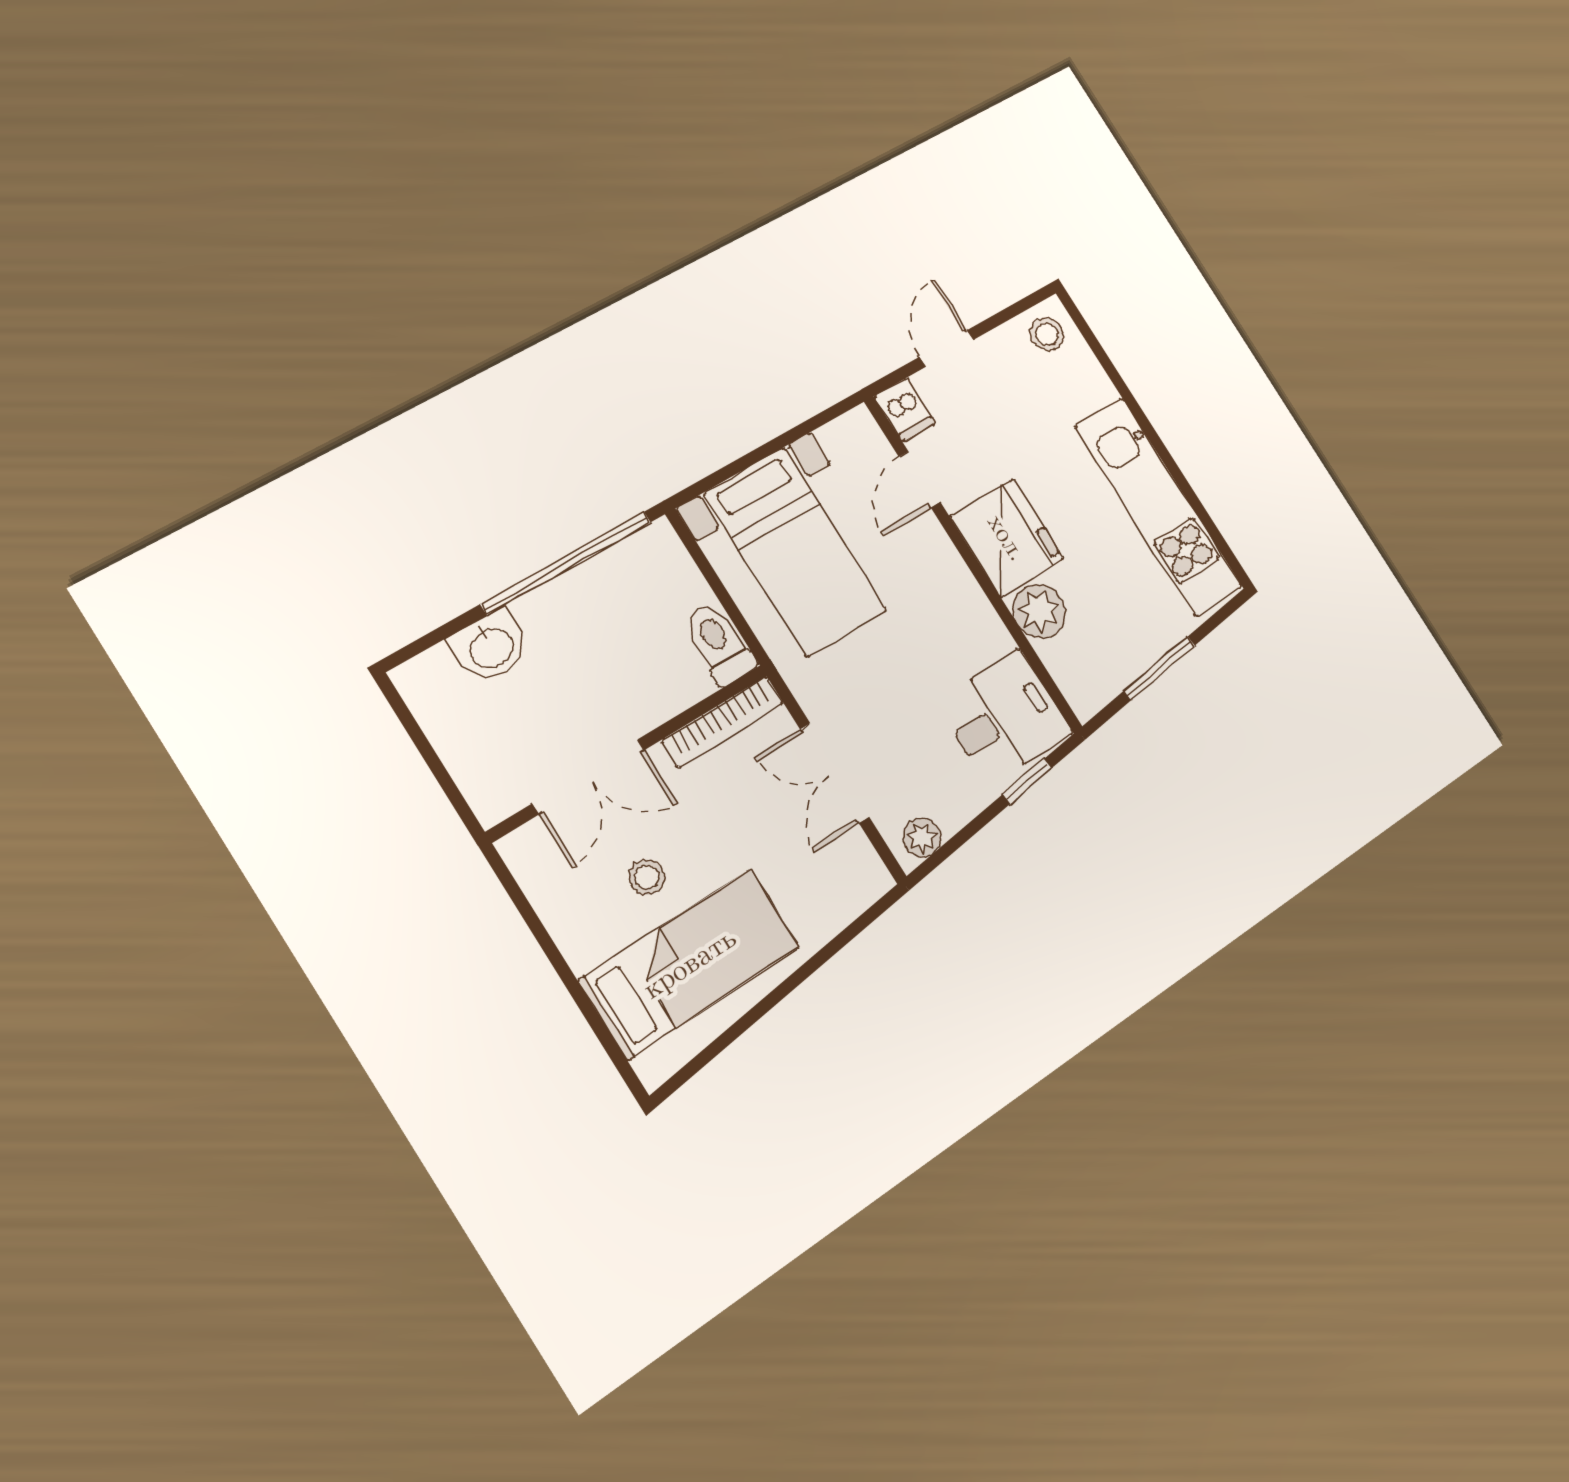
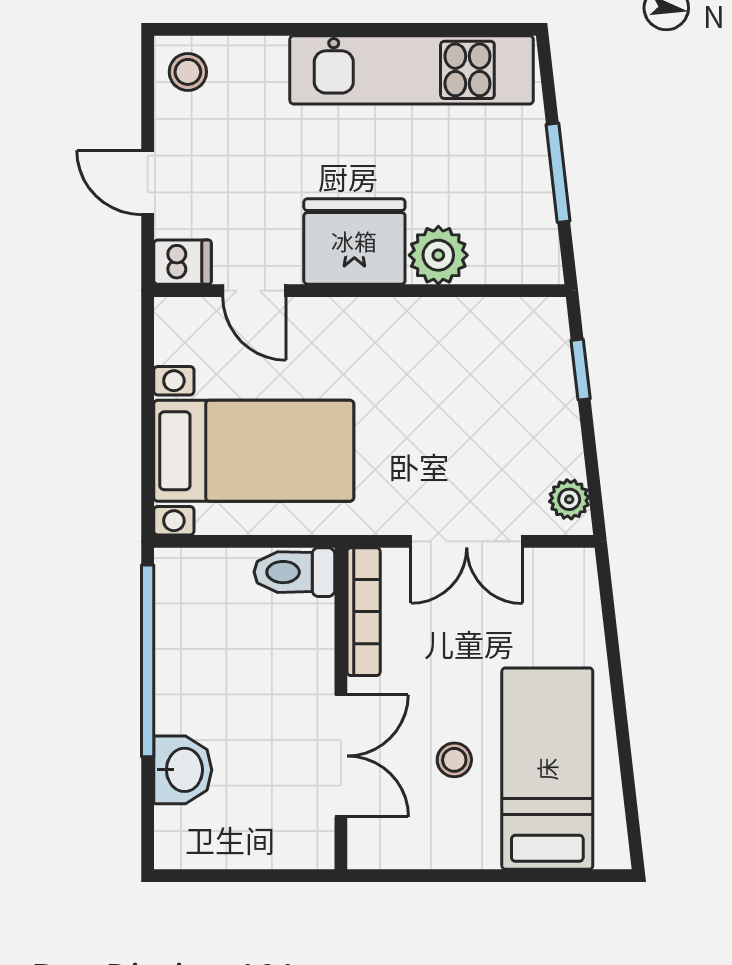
desk: (1004, 718) -> (513, 354), removed

